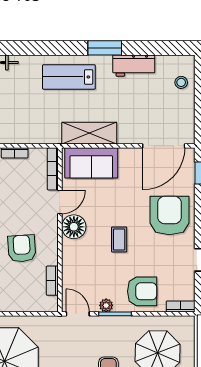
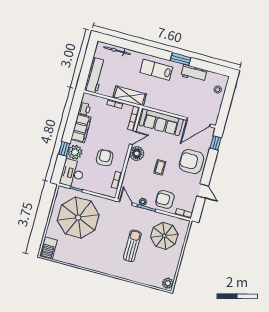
shelving: (89, 133) -> (130, 96), moved
sofa: (91, 163) -> (161, 122), width x1.36
armchair: (169, 215) -> (191, 162), turned -90
armchair: (142, 291) -> (165, 199), turned 180

